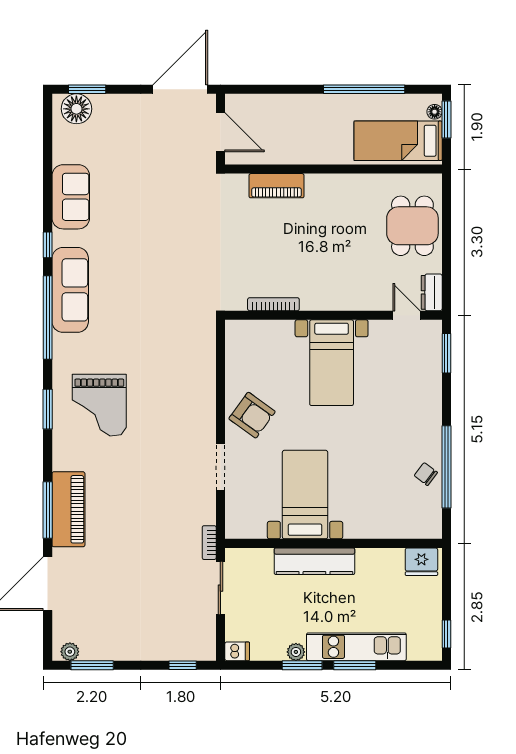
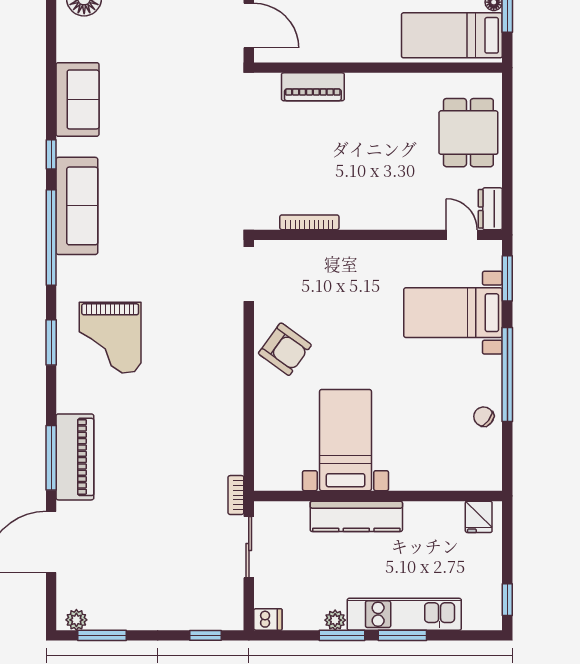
bed with nightstands: (332, 363) -> (453, 313), moved, turned 90
doorway: (220, 467) -> (249, 274), moved
window: (446, 467) -> (507, 375), moved
fridge: (421, 562) -> (479, 517), width x0.72

